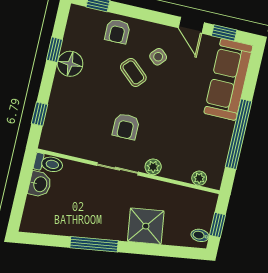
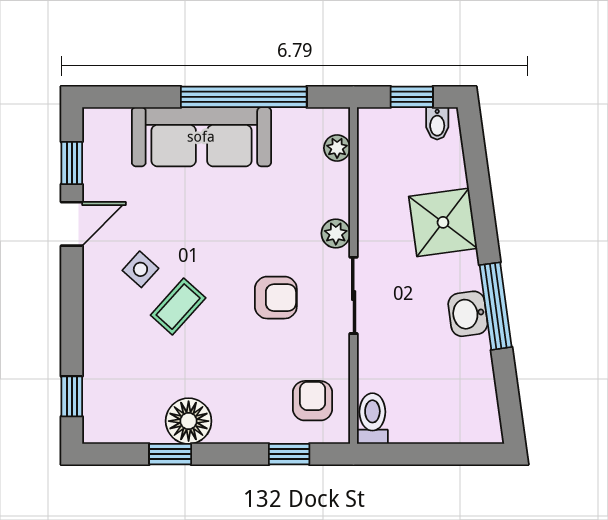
armchair: (117, 31) -> (313, 401), moved, turned -90
sofa: (228, 79) -> (201, 137), moved
washbasin: (40, 184) -> (468, 314), moved, turned -98

